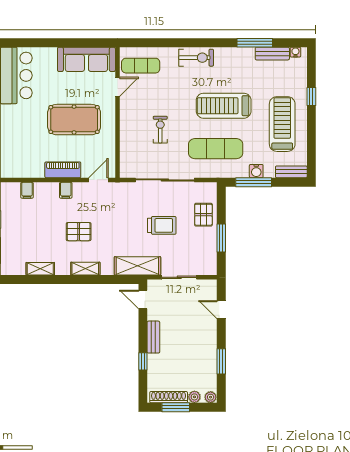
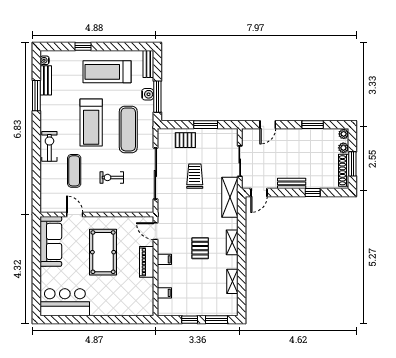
exercise mat: (141, 66) -> (74, 171), moved

